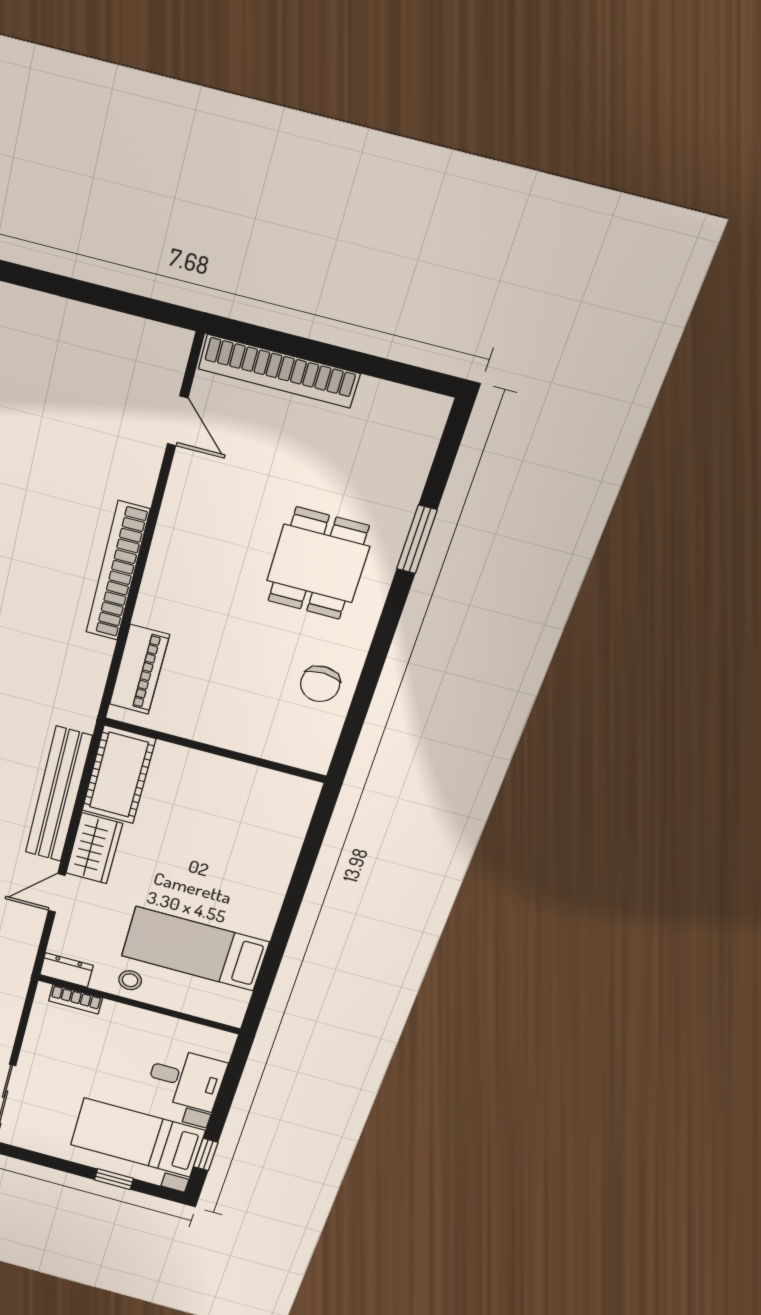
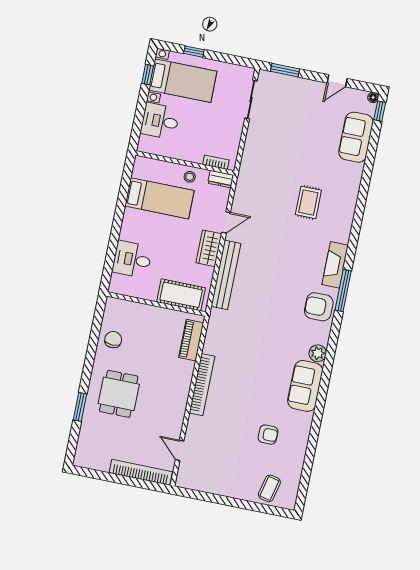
cot: (119, 775) -> (181, 295), moved, turned 90
desk: (262, 842) -> (132, 259), added

